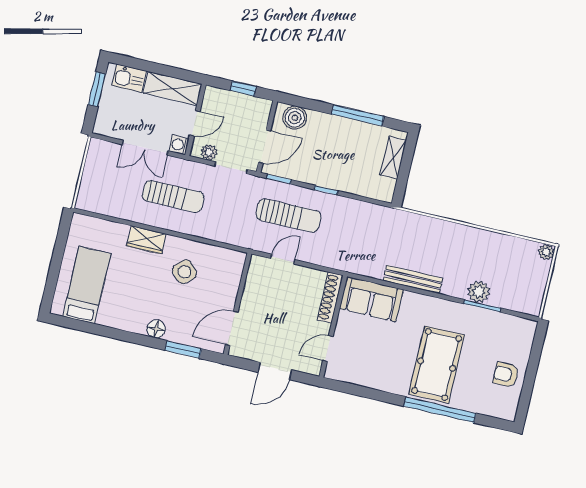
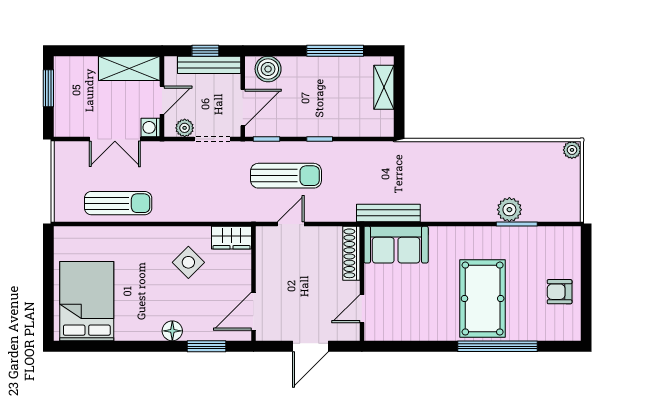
kitchen sink: (129, 78) -> (80, 68), removed
bench: (244, 102) -> (209, 65), added
sun lounger: (173, 196) -> (118, 203), moved
wardrobe: (146, 240) -> (231, 238), moved
bench: (413, 279) -> (388, 213), moved
bed: (87, 285) -> (87, 301), width x1.50

